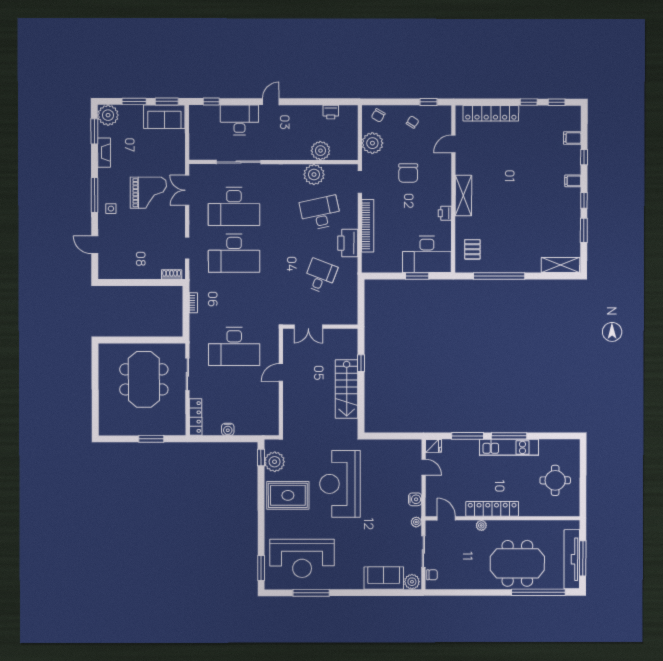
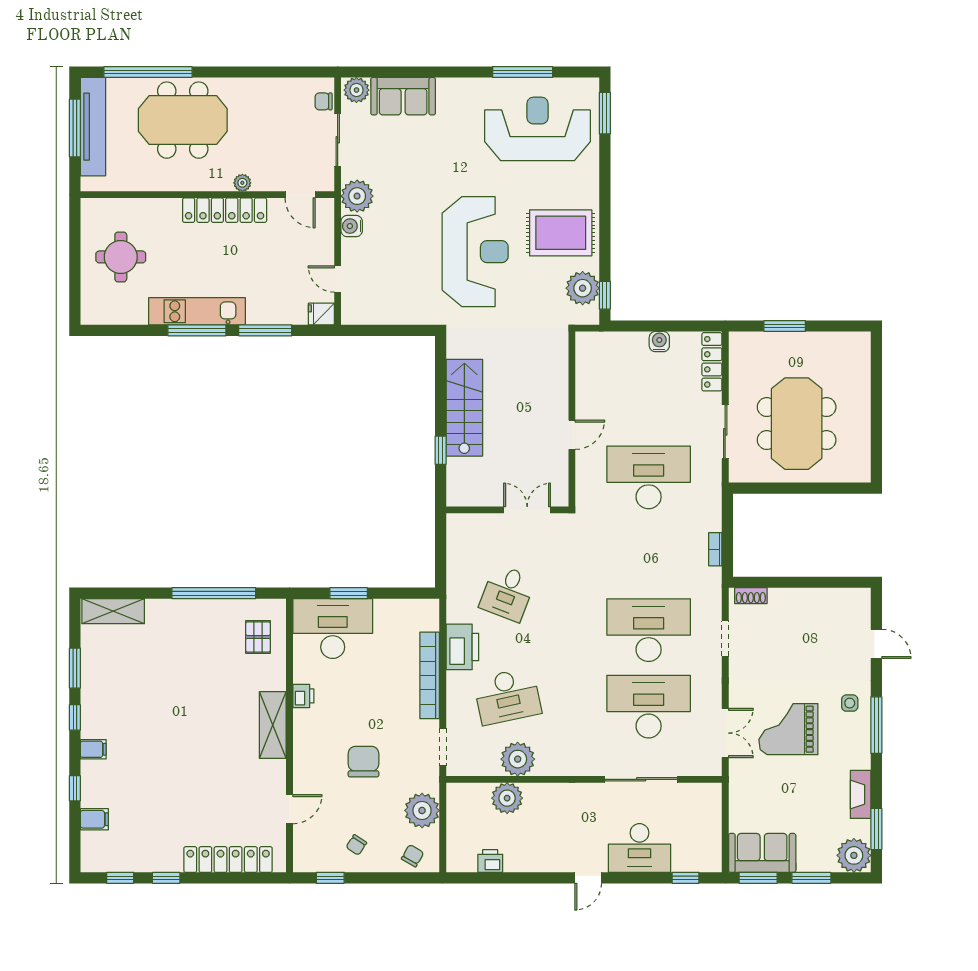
plant: (416, 522) -> (357, 196), width x1.88, depth x1.88

